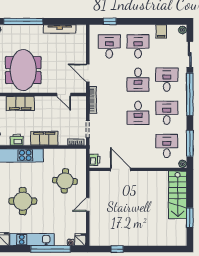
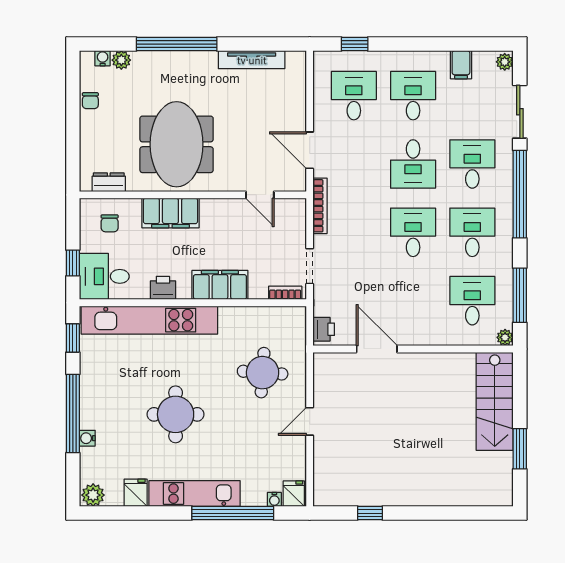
desk: (138, 113) -> (413, 232), turned 180

